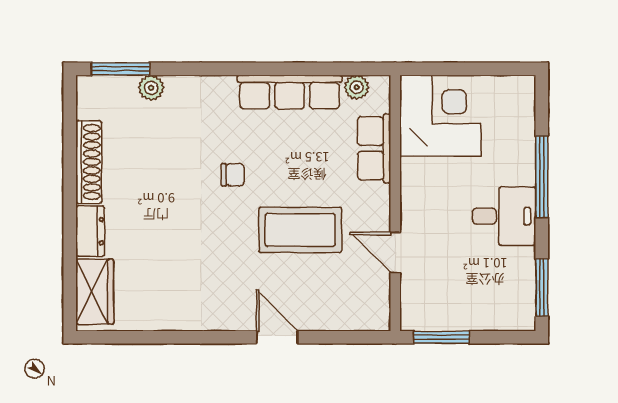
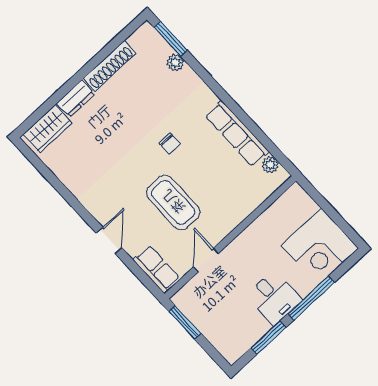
corner desk: (440, 116) -> (320, 247), moved, turned 90
row of seats: (374, 148) -> (156, 269), moved, turned 90
window: (542, 287) -> (269, 338), moved

